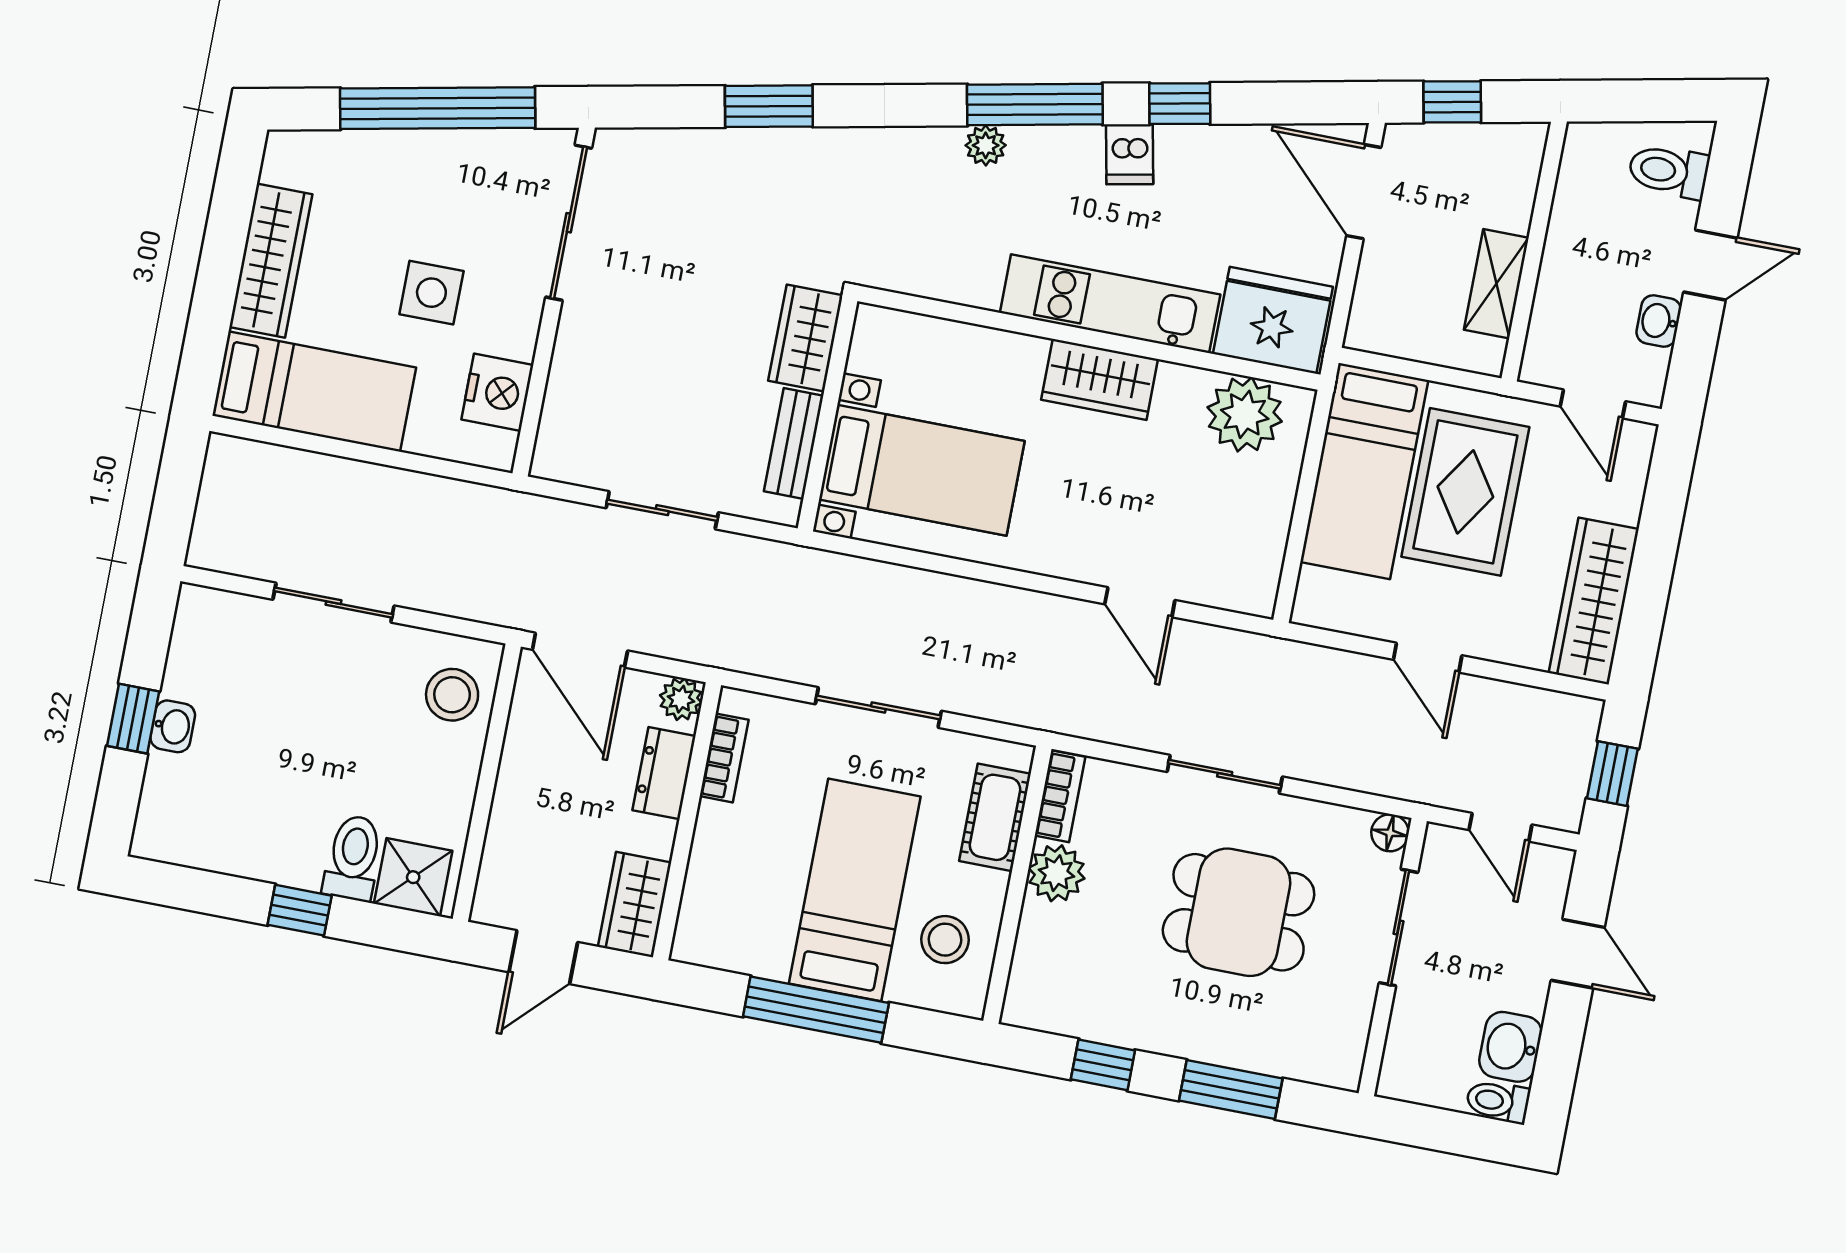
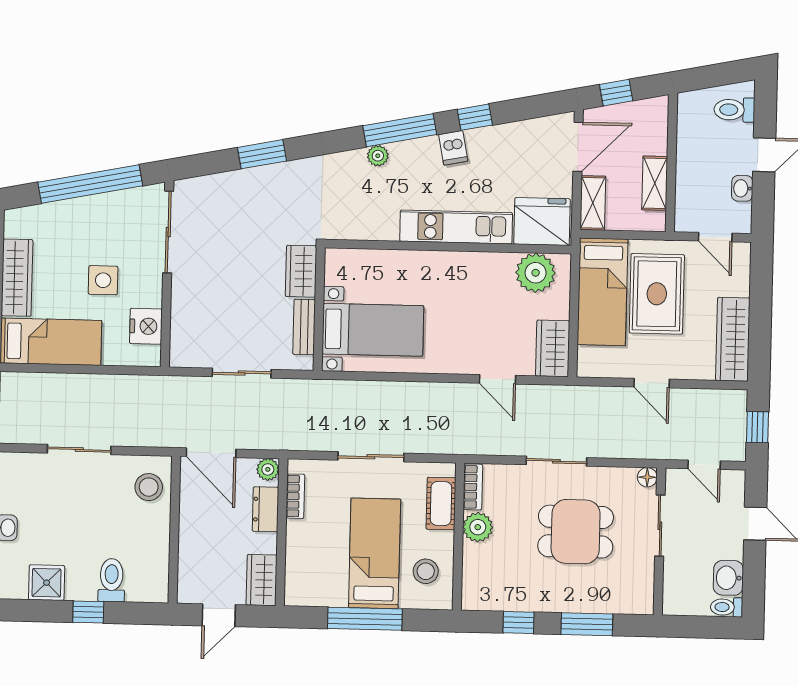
door: (1364, 192) -> (578, 147), swing flipped
shelving: (1374, 301) -> (593, 203), added
wardrobe: (1100, 379) -> (553, 348), moved, turned 90
shower: (413, 877) -> (47, 583), moved

